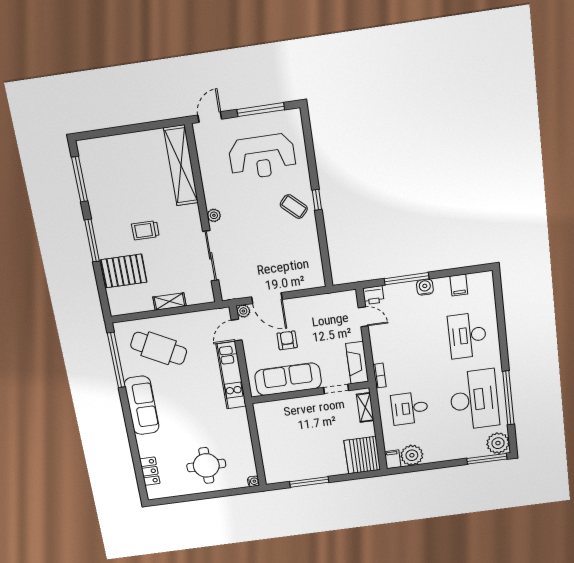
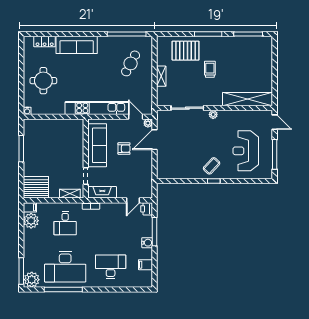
pallet: (124, 271) -> (186, 51), turned 90
cafe table: (159, 348) -> (131, 63), width x0.73, depth x0.74
kitchen unit: (231, 375) -> (97, 108), width x1.36
sofa: (142, 405) -> (77, 45), moved
desk: (410, 408) -> (65, 223), turned 180

